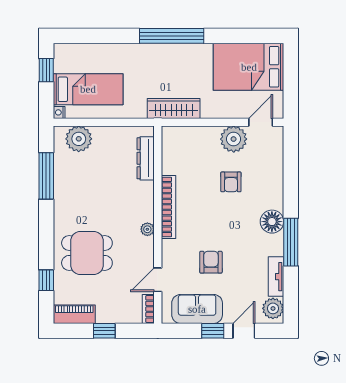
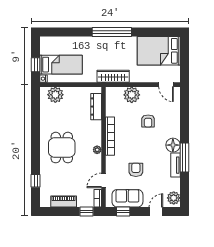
window: (46, 70) -> (36, 65), moved
door: (261, 122) -> (166, 85), swing flipped
plant: (234, 139) -> (132, 95), moved
window: (46, 176) -> (36, 117), removed
dining table: (87, 253) -> (62, 148), moved, turned 90
tv unit: (276, 277) -> (175, 165), moved
piano: (74, 314) -> (64, 201), moved
window: (104, 331) -> (87, 212), moved
window: (213, 331) -> (123, 212), moved

